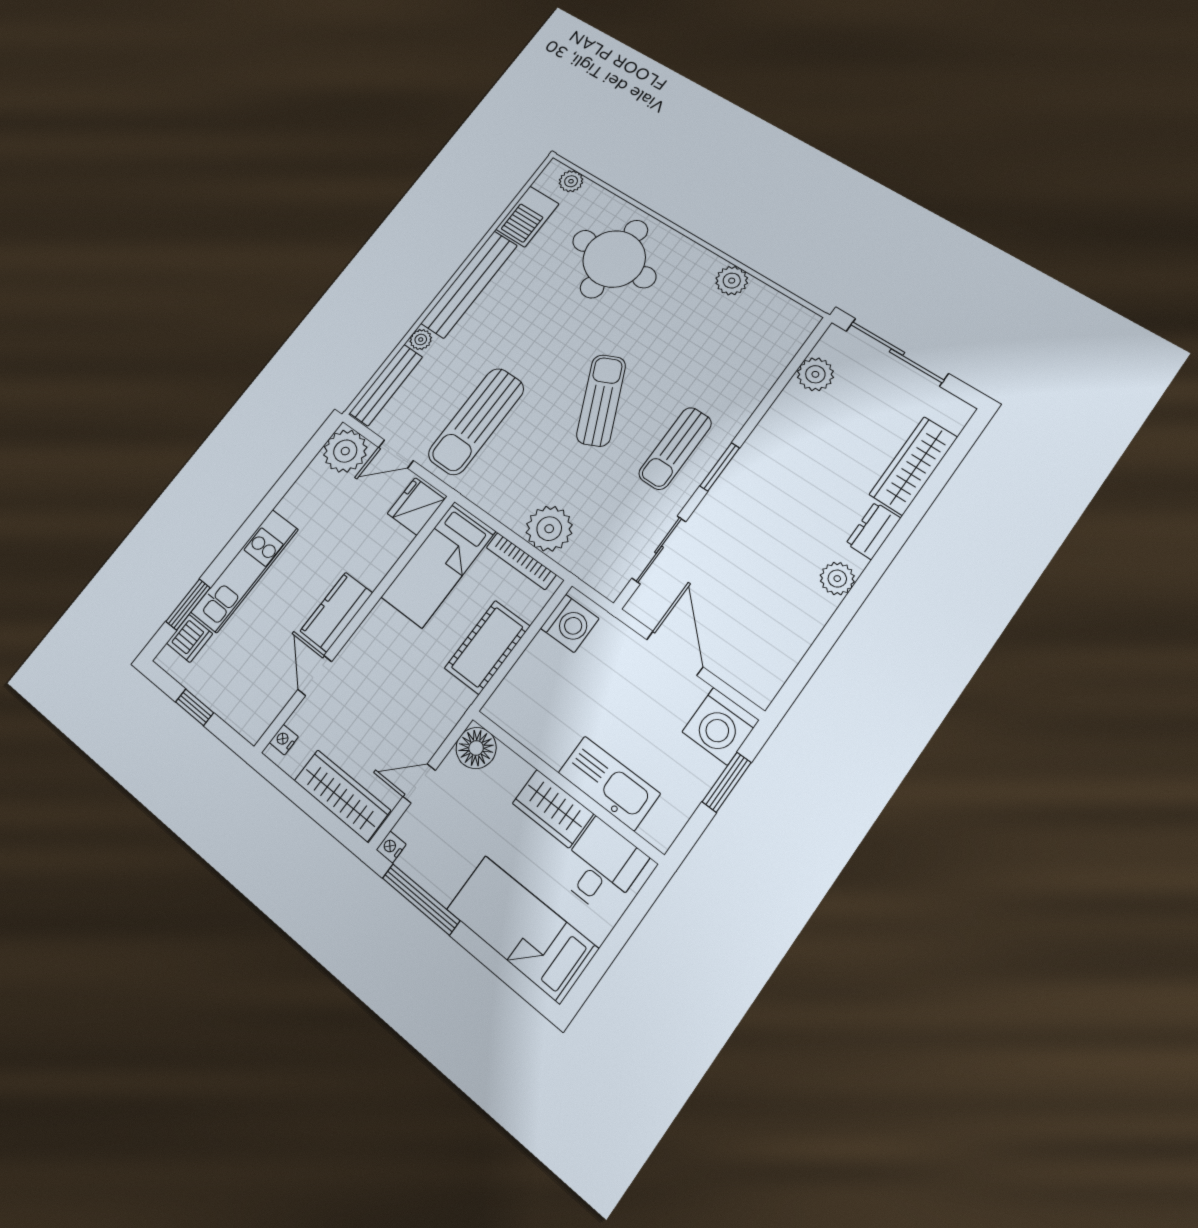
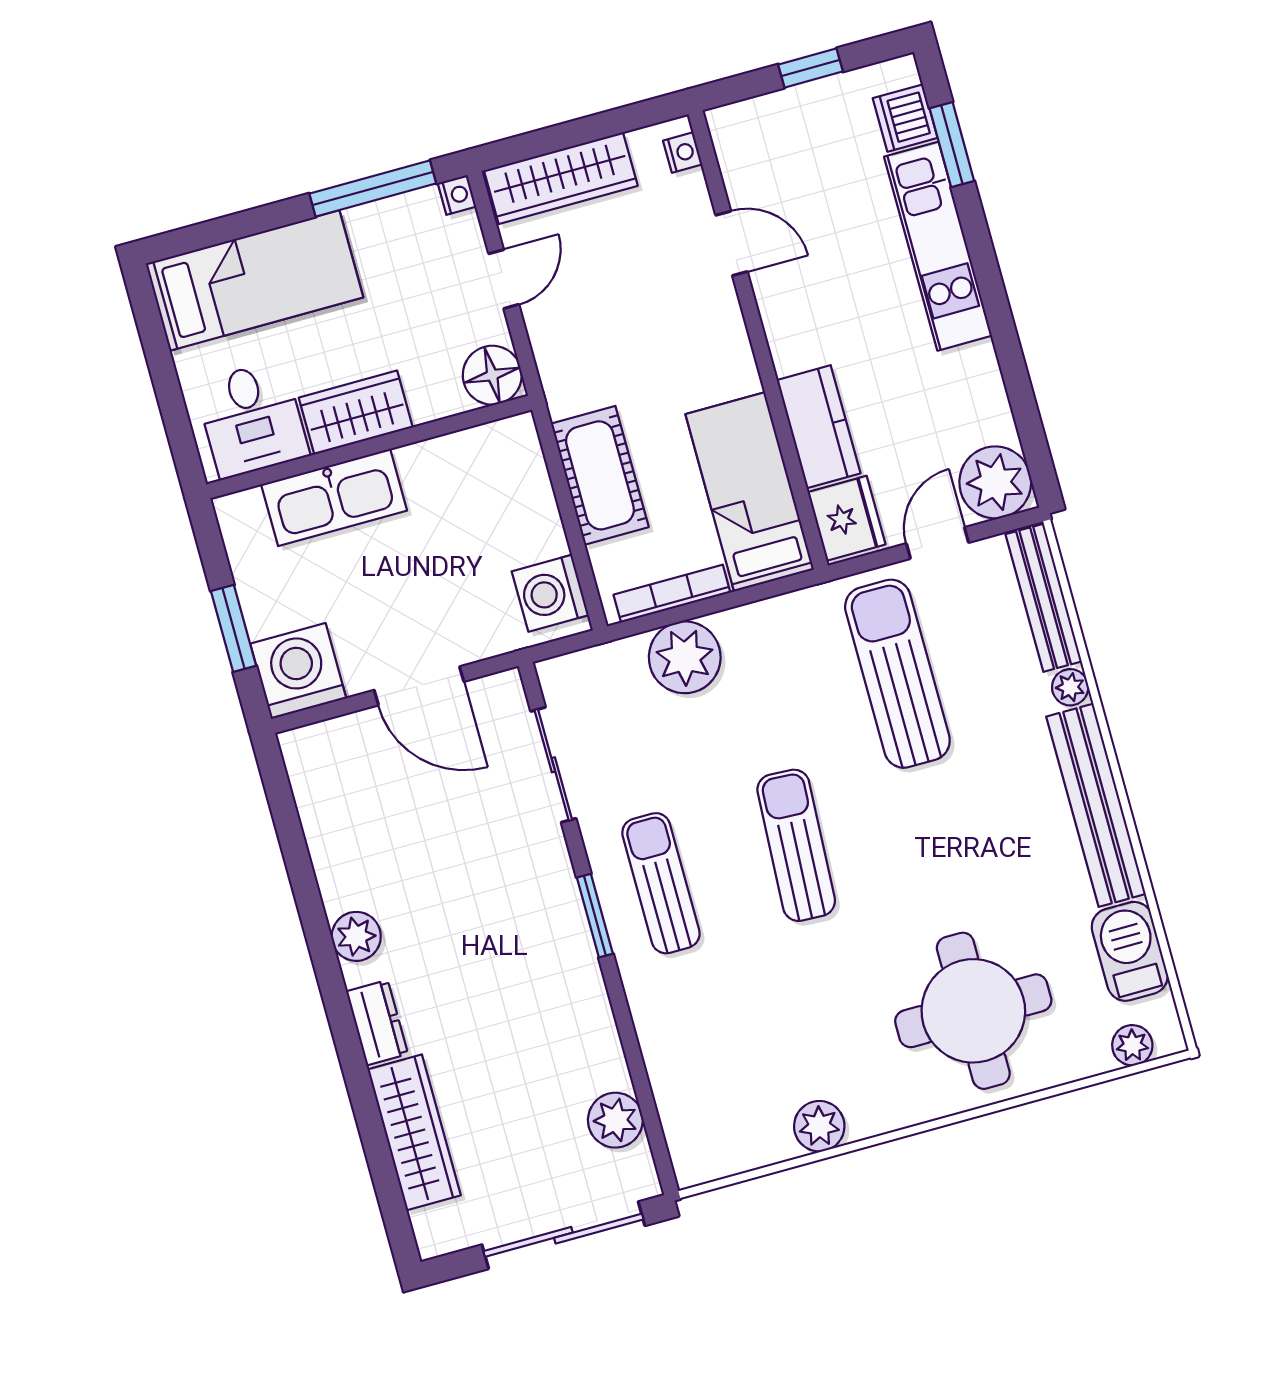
sun lounger: (601, 400) -> (796, 845), turned -152
kitchen counter: (336, 612) -> (819, 427), moved

